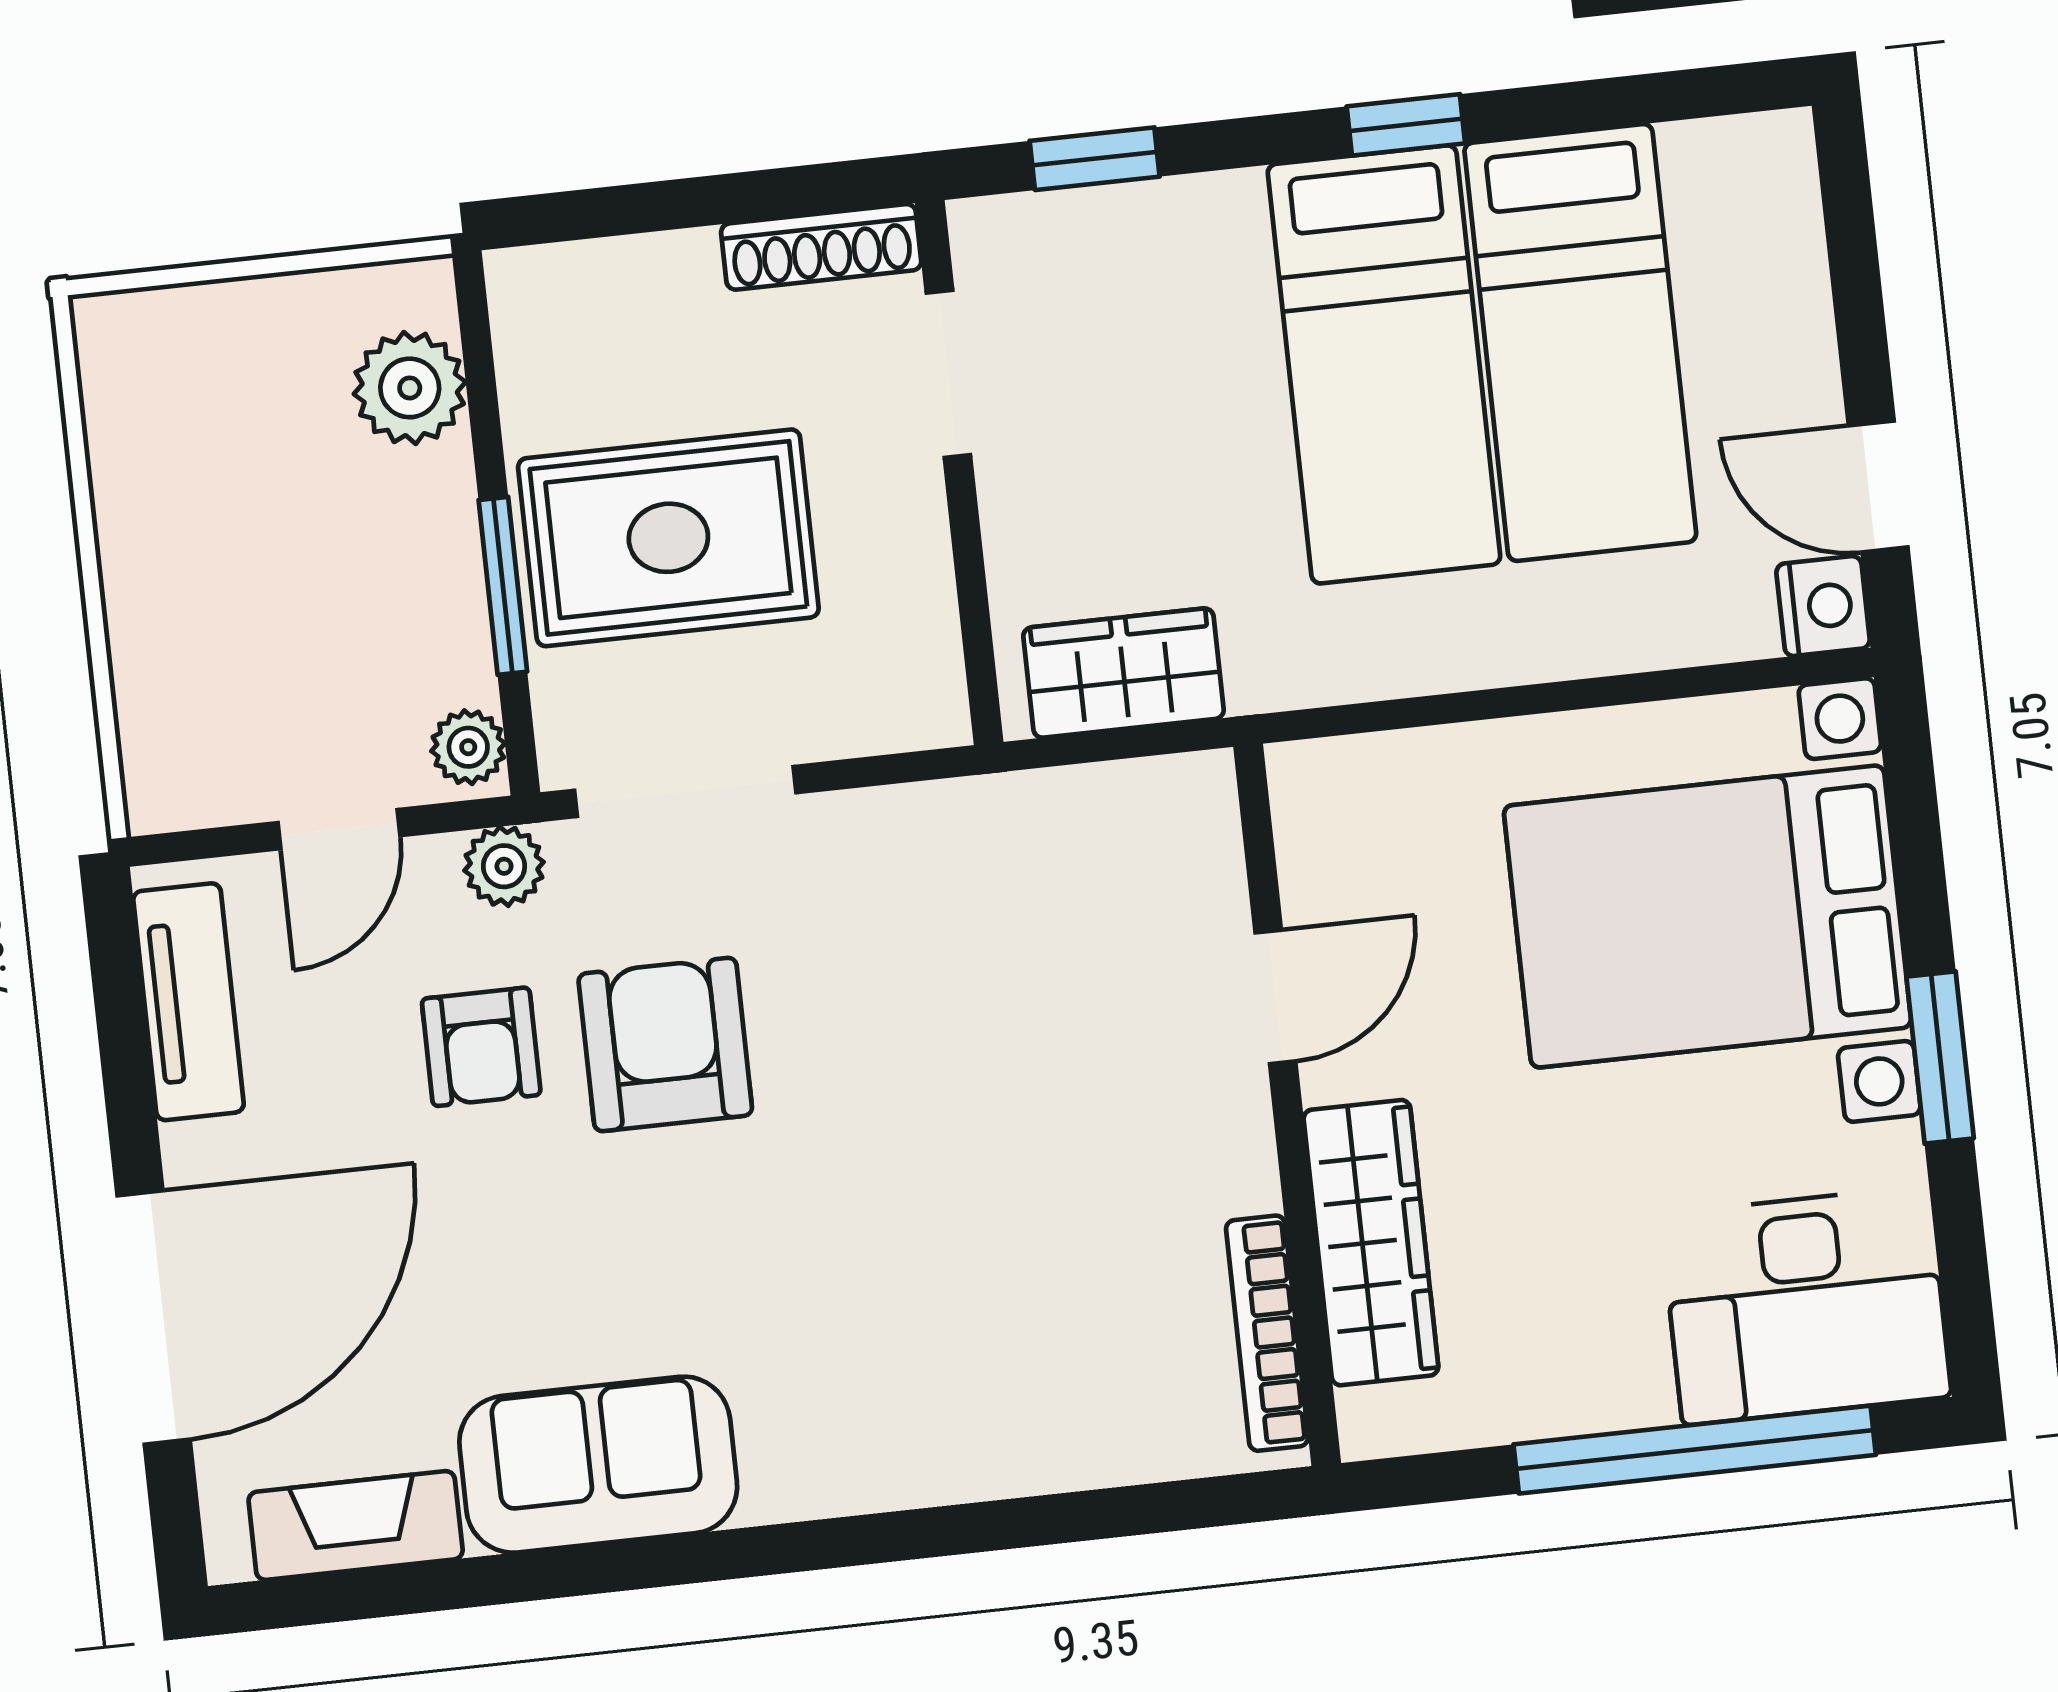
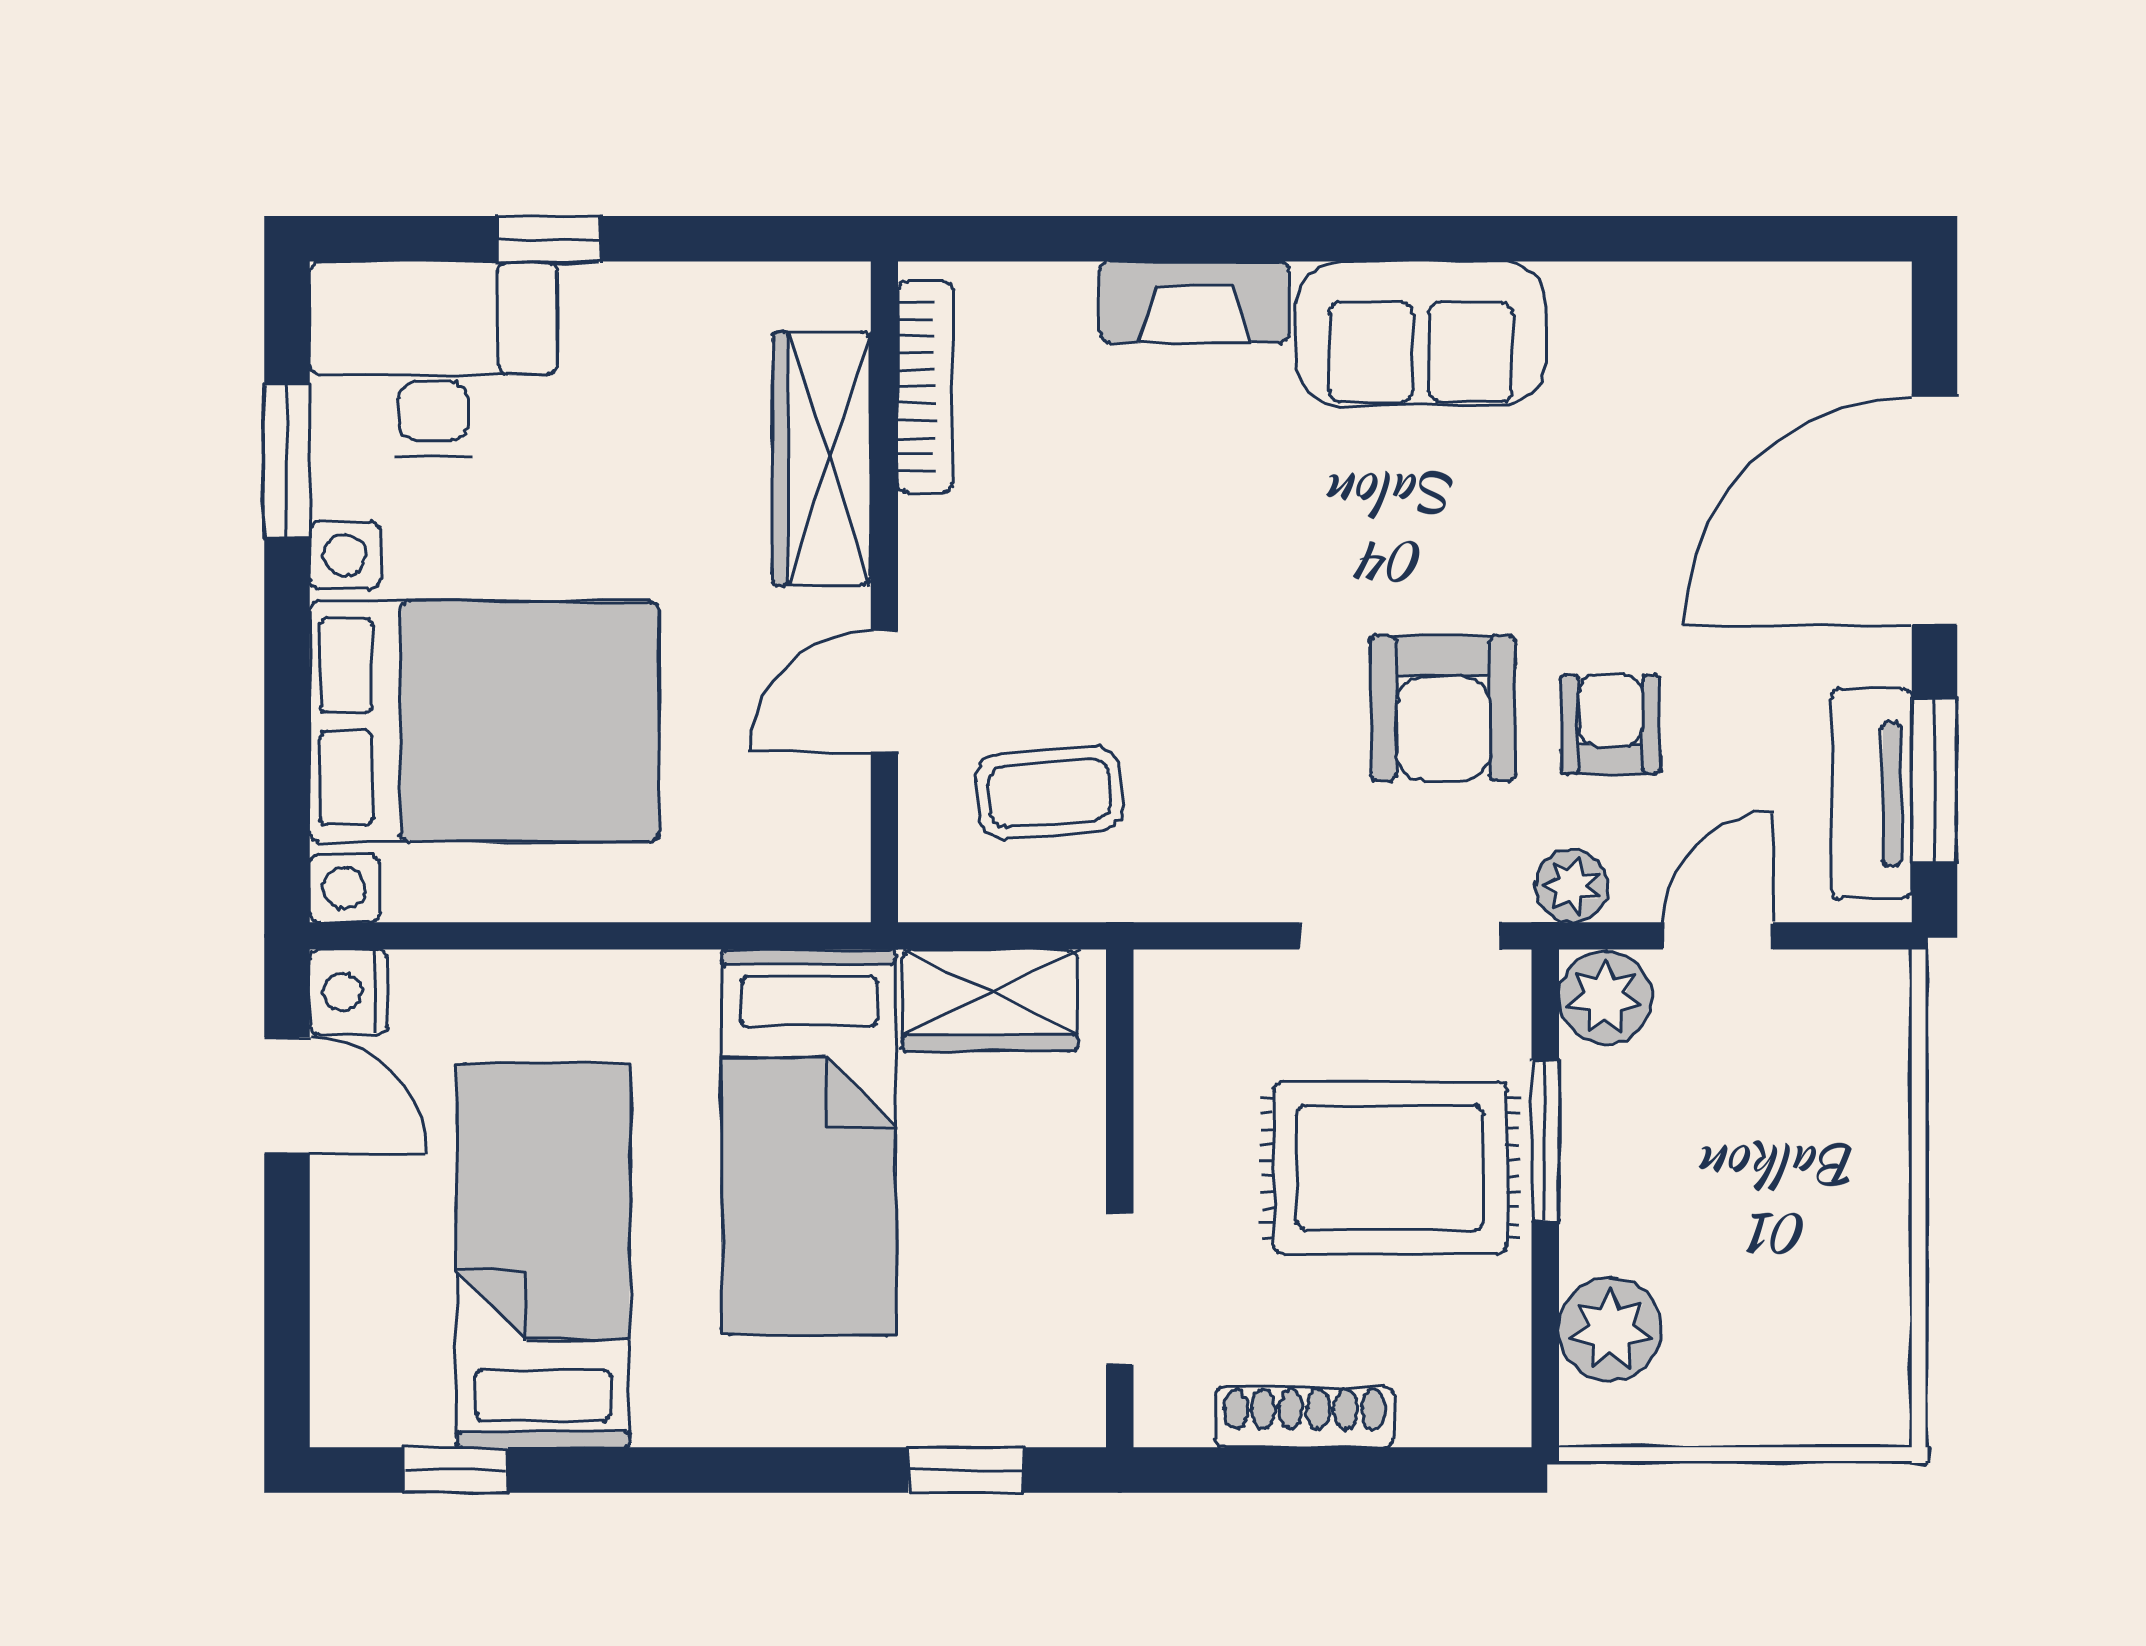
window: (1406, 125) -> (456, 1470), moved
shoe rack: (821, 247) -> (1304, 1417), moved
bed: (1384, 364) -> (809, 1142), moved, turned 180
plant: (468, 747) -> (1605, 998), width x1.38, depth x1.38
coffee table: (1084, 906) -> (1049, 793), added
window: (122, 1024) -> (1934, 781), added
window: (1940, 1058) -> (287, 462), moved
window: (1695, 1450) -> (548, 239), width x0.32
sofa: (598, 1465) -> (1421, 333), moved
fireplace: (356, 1526) -> (1195, 302), moved

